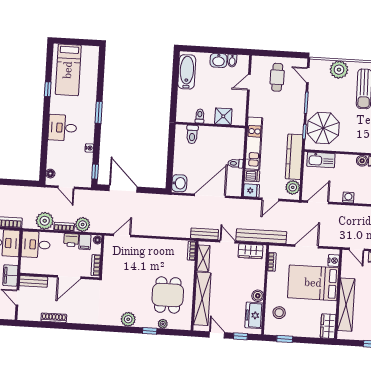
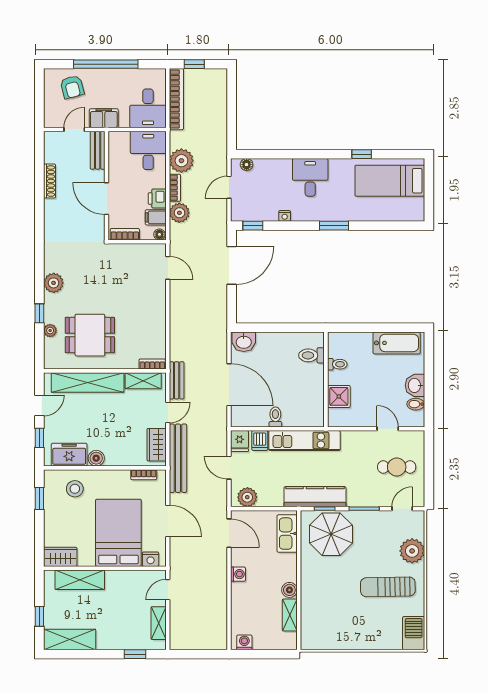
kitchen counter: (294, 157) -> (315, 497), moved
shelving: (346, 305) -> (80, 580), width x0.68

